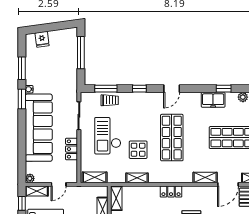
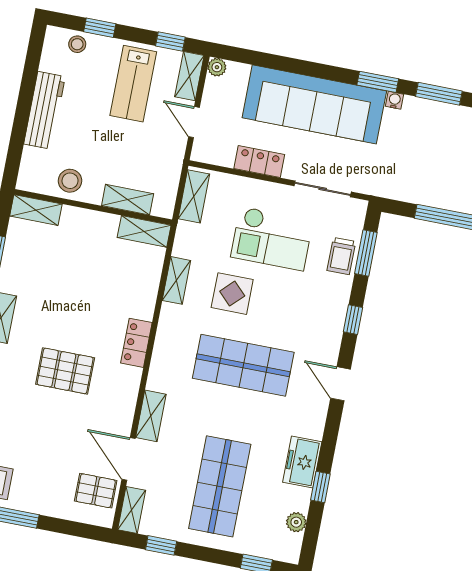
checkout: (108, 136) -> (272, 239), turned 180

